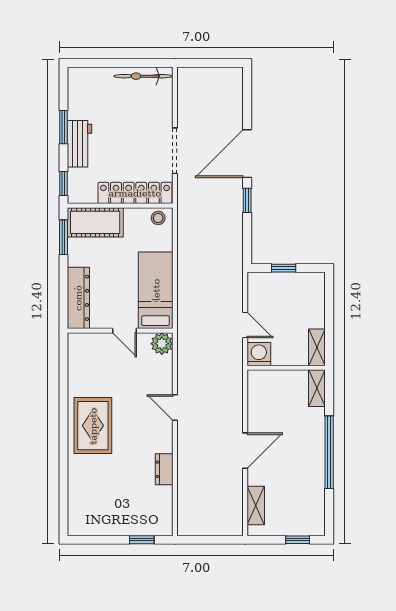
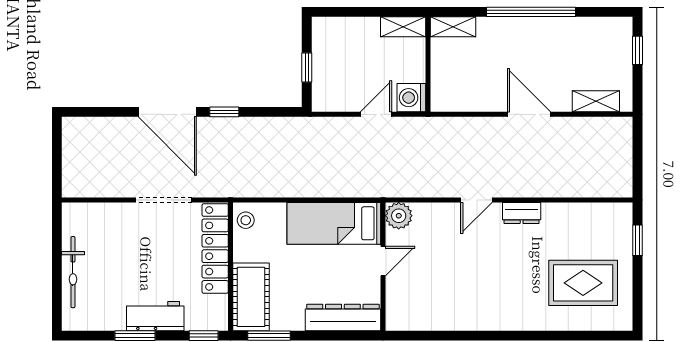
bicycle: (143, 76) -> (73, 272), moved
rug: (93, 426) -> (583, 283), moved
dresser: (164, 469) -> (522, 213), moved

